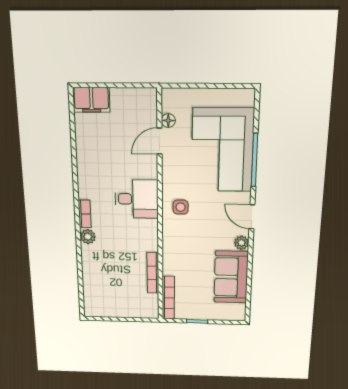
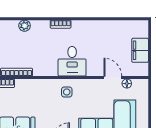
filing cabinet: (91, 100) -> (140, 50), moved
plant: (88, 237) -> (25, 26), moved

